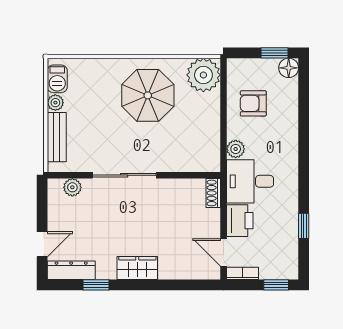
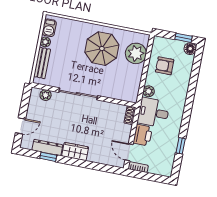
plant: (203, 75) -> (136, 53), moved
dresser: (71, 270) -> (47, 147), moved
window: (276, 285) -> (157, 178), removed

